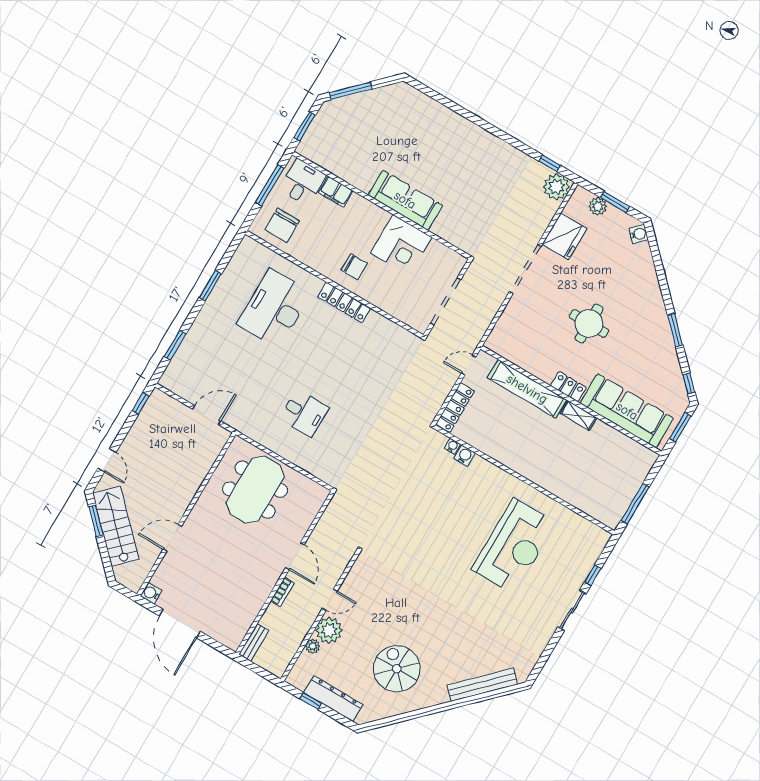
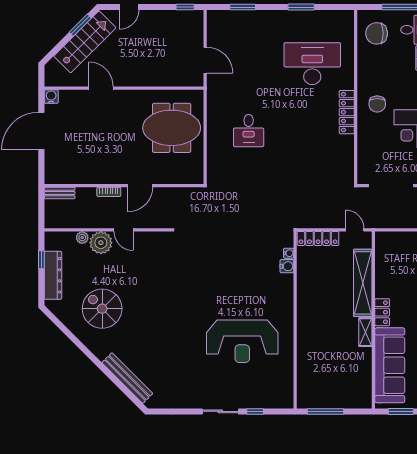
spiral stairs: (397, 669) -> (102, 309), turned -90

